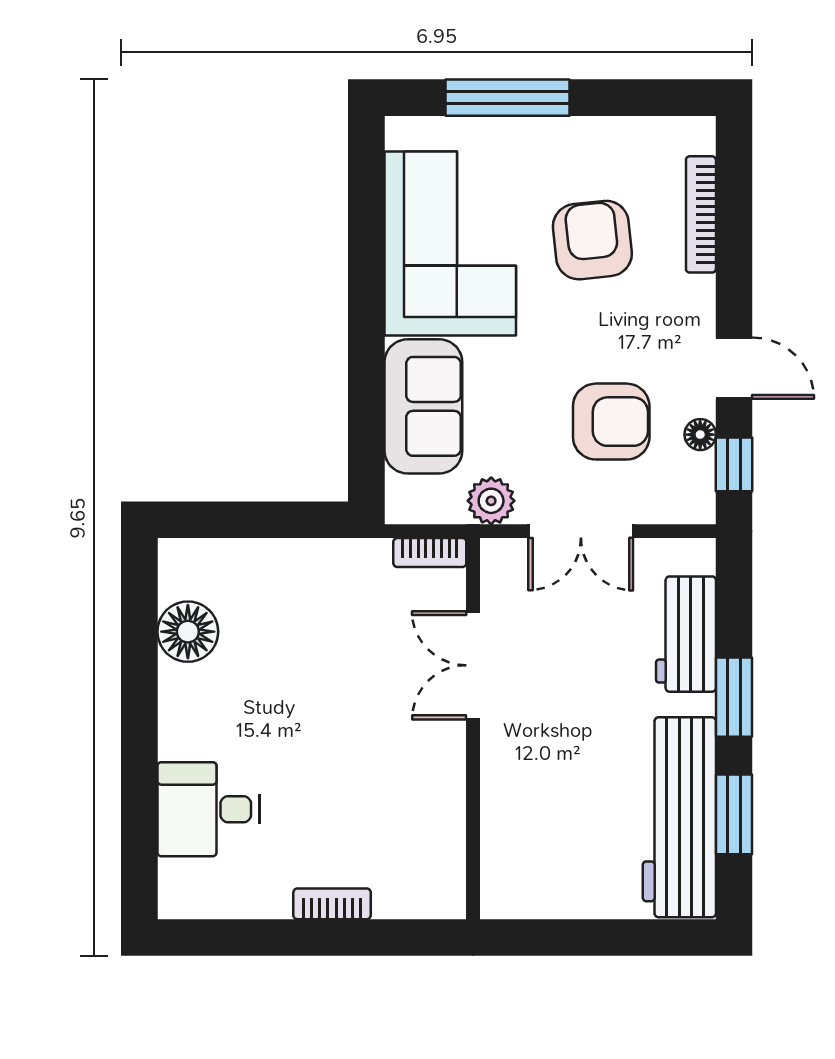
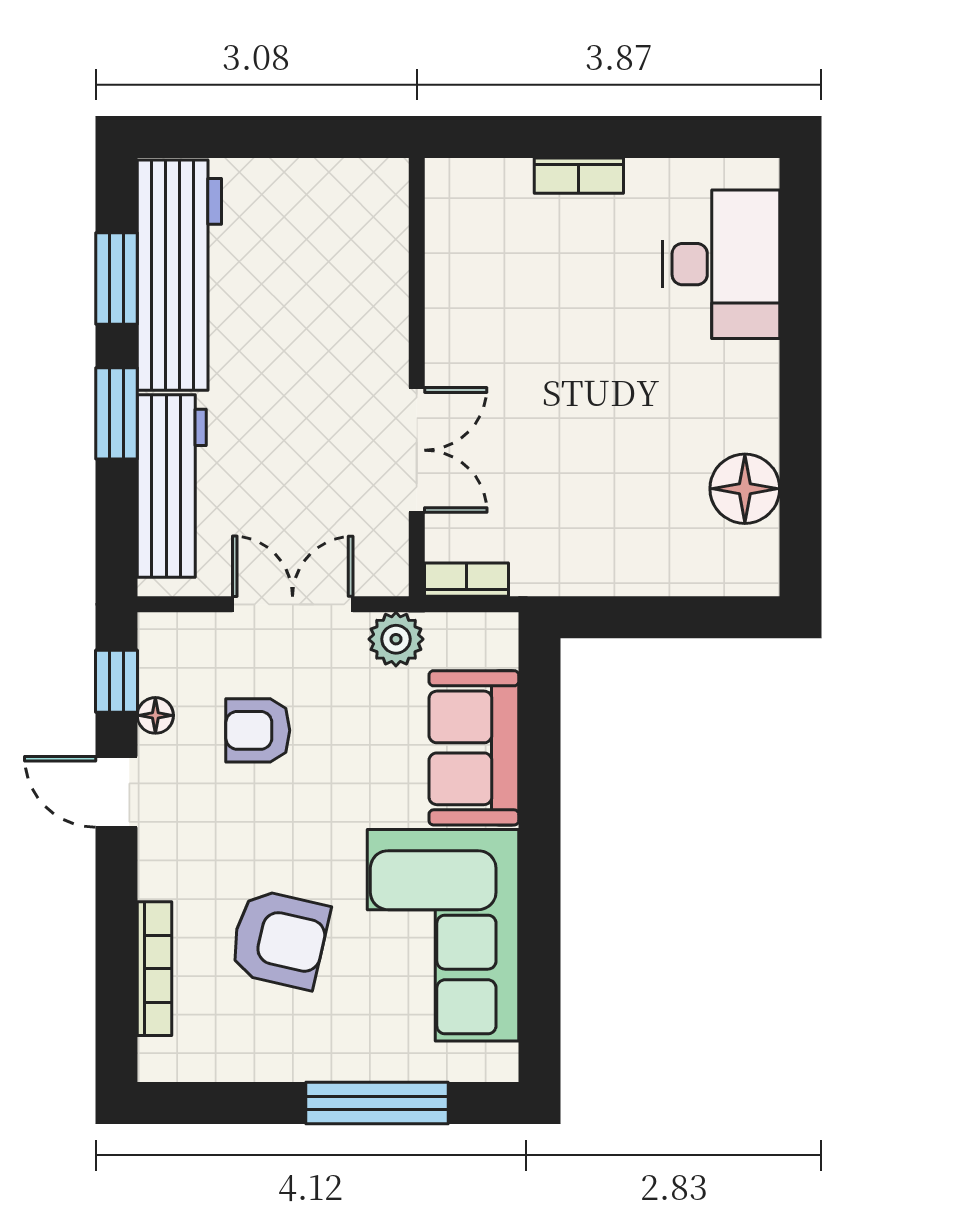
armchair: (592, 240) -> (279, 939), turned -71
armchair: (611, 422) -> (258, 730), width x0.72, depth x0.72
workbench: (686, 634) -> (172, 486), width x1.38
desk: (208, 809) -> (721, 264), width x1.37

